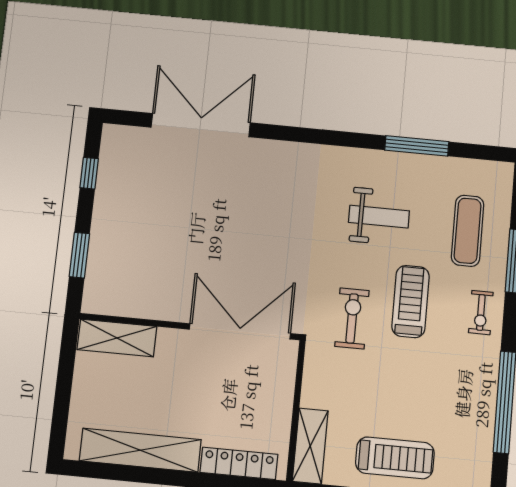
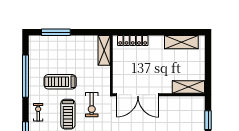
shelving: (140, 450) -> (181, 42), width x0.68
treadmill: (395, 458) -> (60, 82), moved

